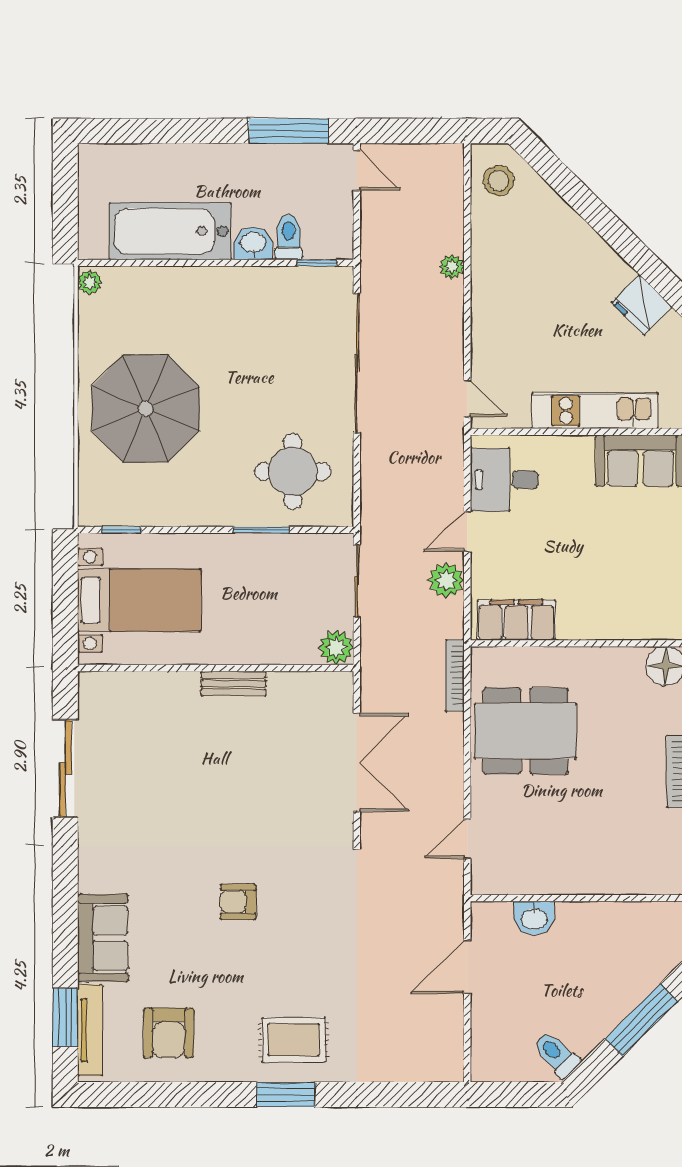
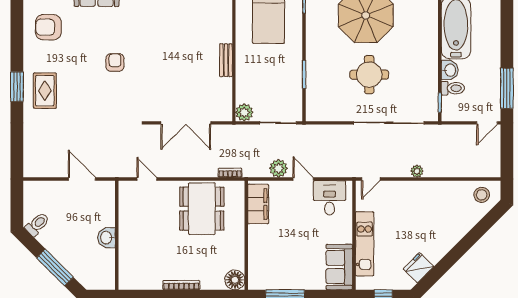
plant: (452, 267) -> (417, 171), moved
round table: (293, 471) -> (369, 75), moved
bookcase: (455, 675) -> (230, 173), width x0.64
washbasin: (534, 918) -> (107, 238), moved

